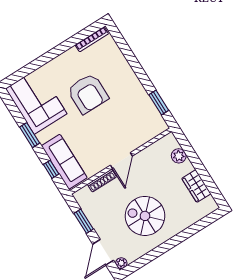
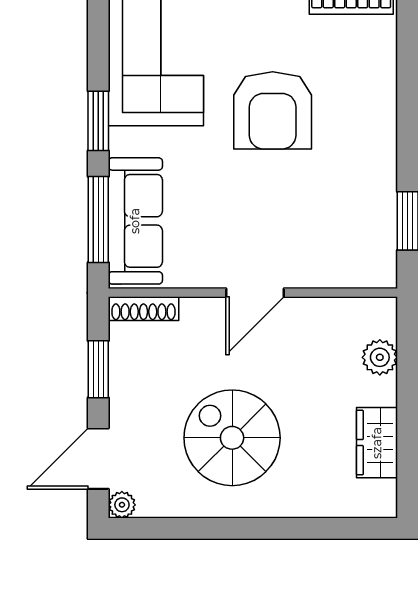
window: (51, 169) -> (98, 220), width x2.17
shoe rack: (102, 181) -> (143, 309), moved

